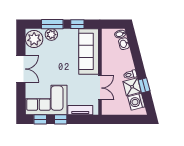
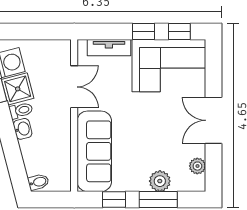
plant: (34, 39) -> (197, 166), width x0.53, depth x0.53
washbasin: (124, 44) -> (23, 129), moved
double door: (100, 88) -> (74, 87), swing flipped

